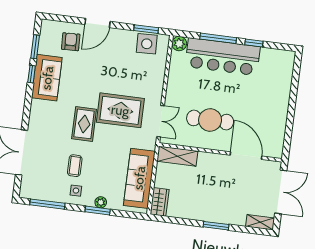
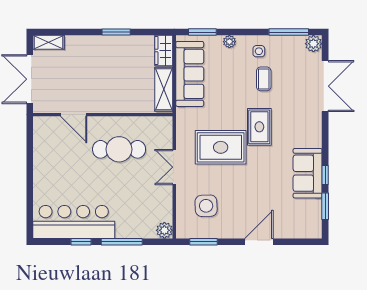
armchair: (71, 42) -> (286, 217), removed
side table: (147, 44) -> (206, 206), moved
bar counter: (223, 57) -> (74, 222), moved
double door: (161, 121) -> (174, 167), moved
shelving: (177, 156) -> (164, 89), moved, turned 90
door: (246, 156) -> (74, 115), width x0.73
plant: (27, 191) -> (313, 44), added
window: (98, 210) -> (202, 32), moved
window: (216, 226) -> (116, 32), moved

